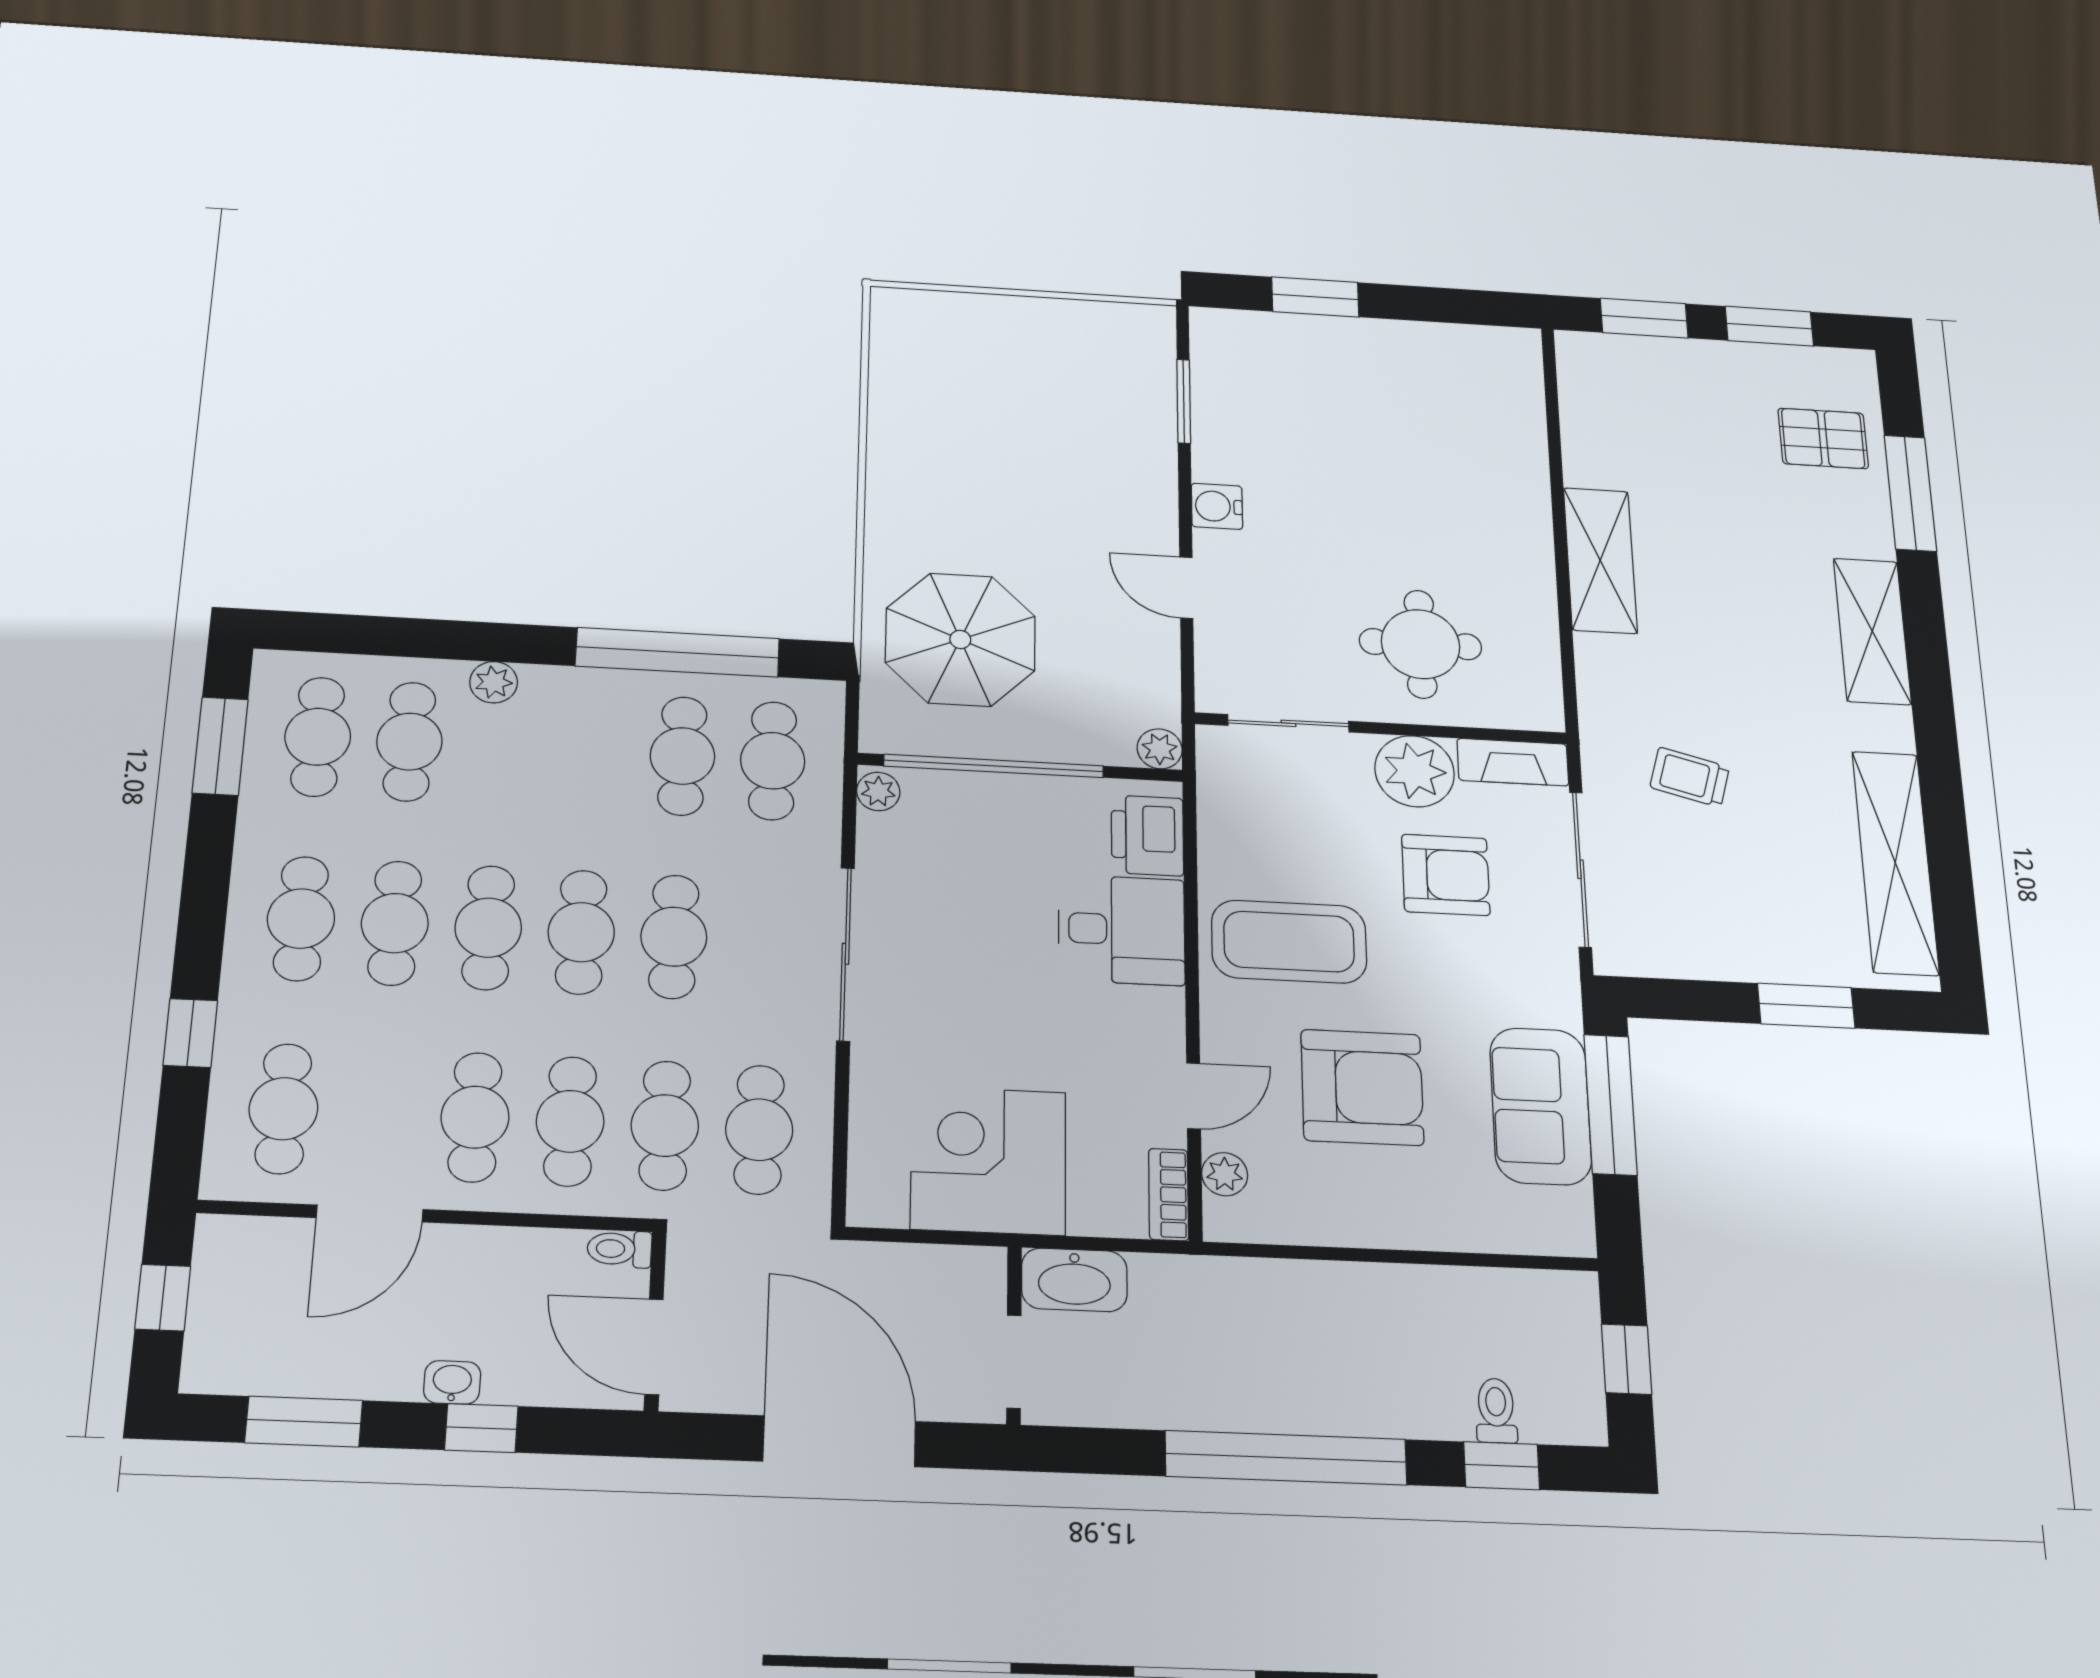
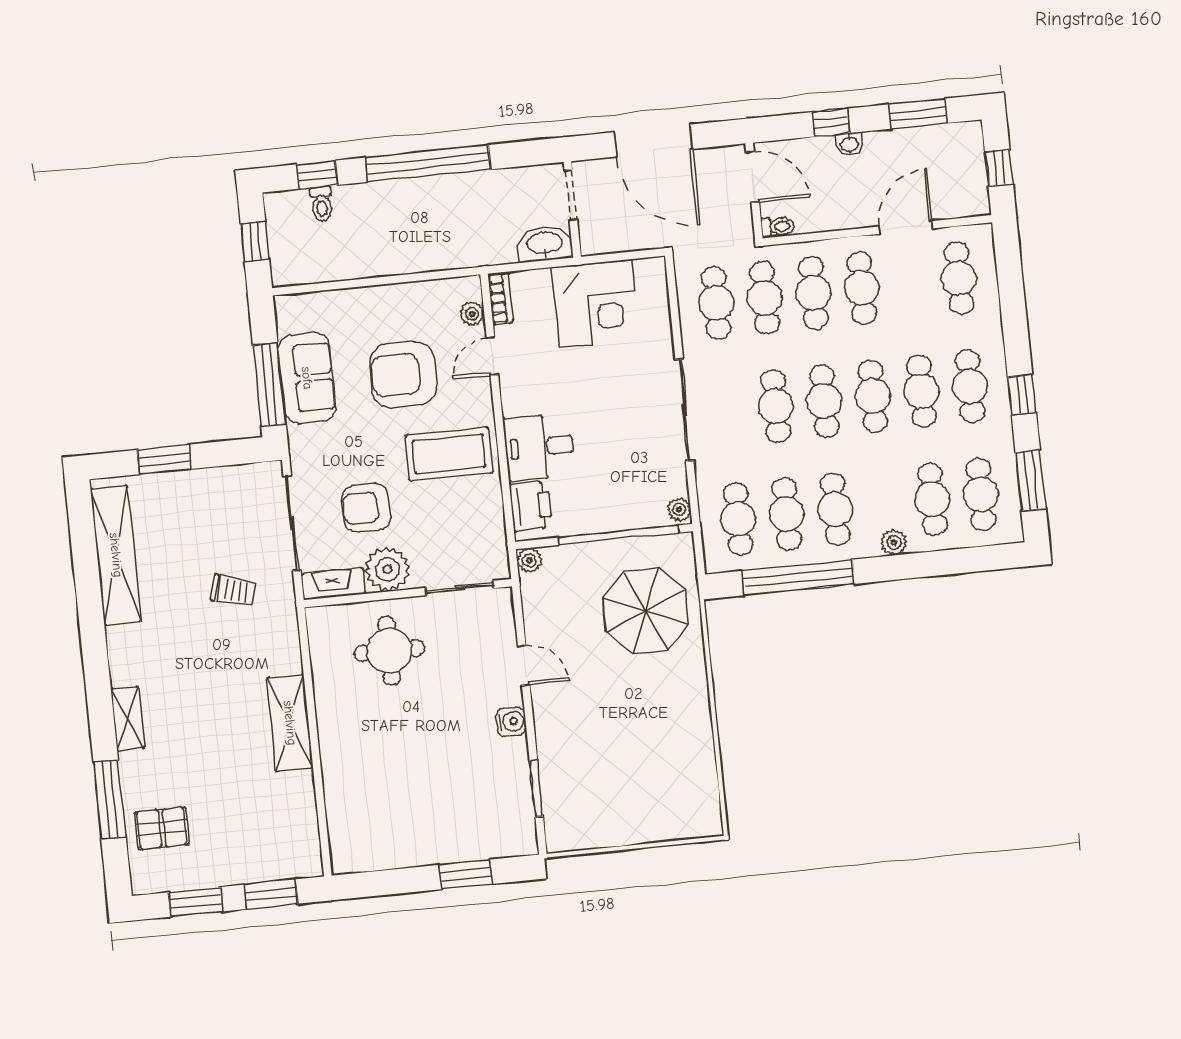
shelving: (1872, 631) -> (128, 718), width x0.67, depth x0.75
cafe table: (592, 751) -> (835, 509), added
window: (190, 1033) -> (1022, 395), moved

